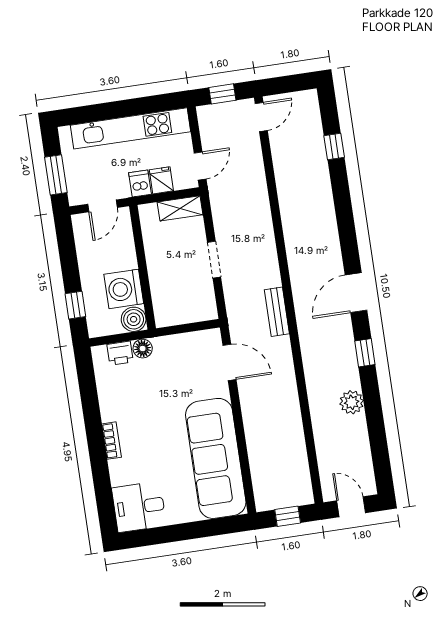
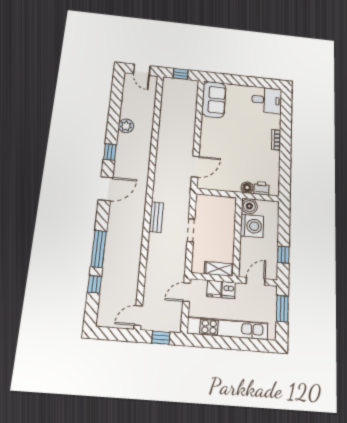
window: (342, 199) -> (99, 249), added
shelving: (180, 208) -> (219, 269), moved
window: (75, 305) -> (283, 255), moved
bench: (277, 312) -> (156, 217), moved
door: (229, 362) -> (195, 167), swing flipped
sofa: (216, 458) -> (214, 100), width x0.54, depth x0.79

